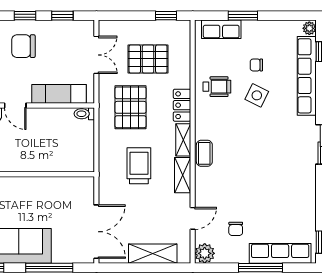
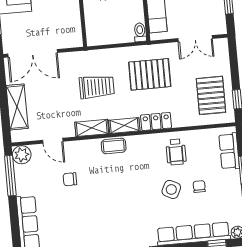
pallet: (148, 59) -> (211, 95), moved
chair: (236, 229) -> (70, 179), moved
window: (261, 268) -> (10, 176), moved

